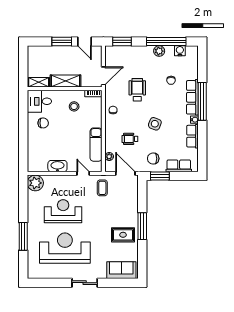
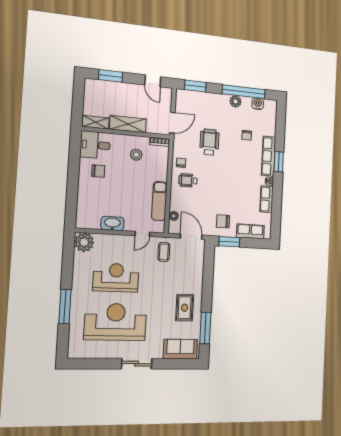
window: (62, 41) -> (111, 76), moved
window: (202, 101) -> (279, 162), width x0.47
side table: (155, 124) -> (227, 182), removed
wheelchair: (130, 139) -> (188, 180), moved
door: (83, 173) -> (142, 234), swing flipped
window: (142, 226) -> (205, 328), moved
rug: (123, 235) -> (185, 308), turned 90

